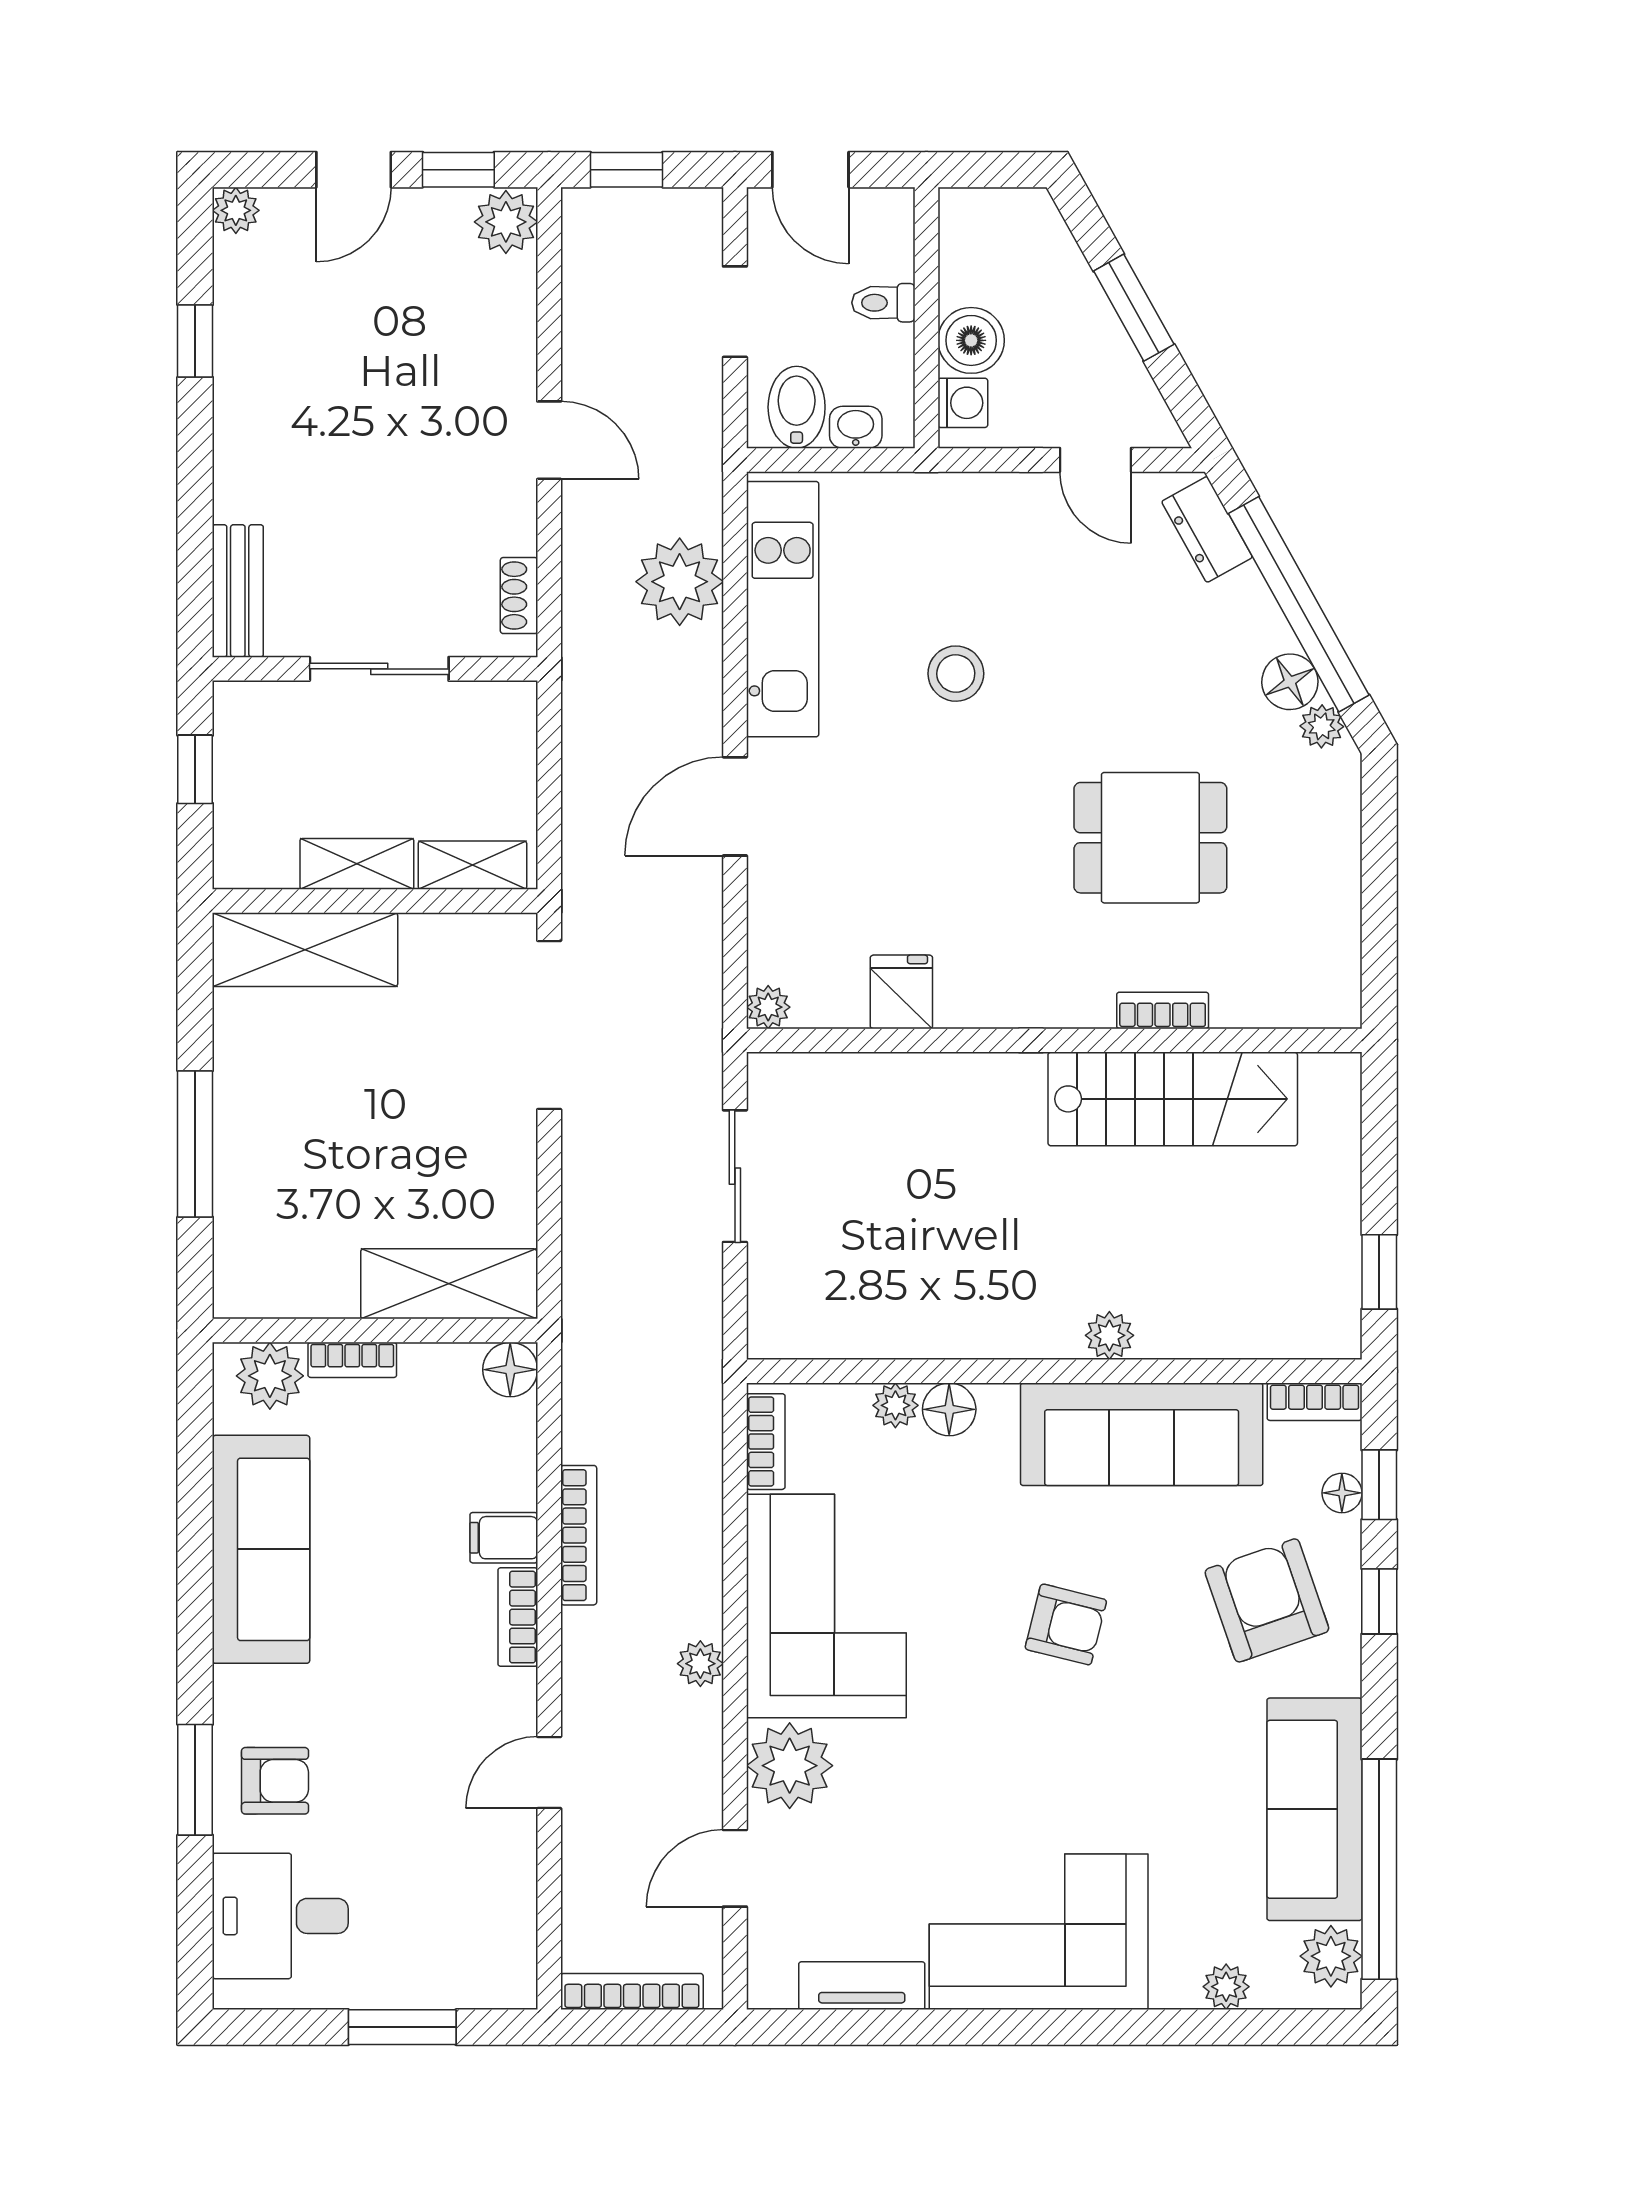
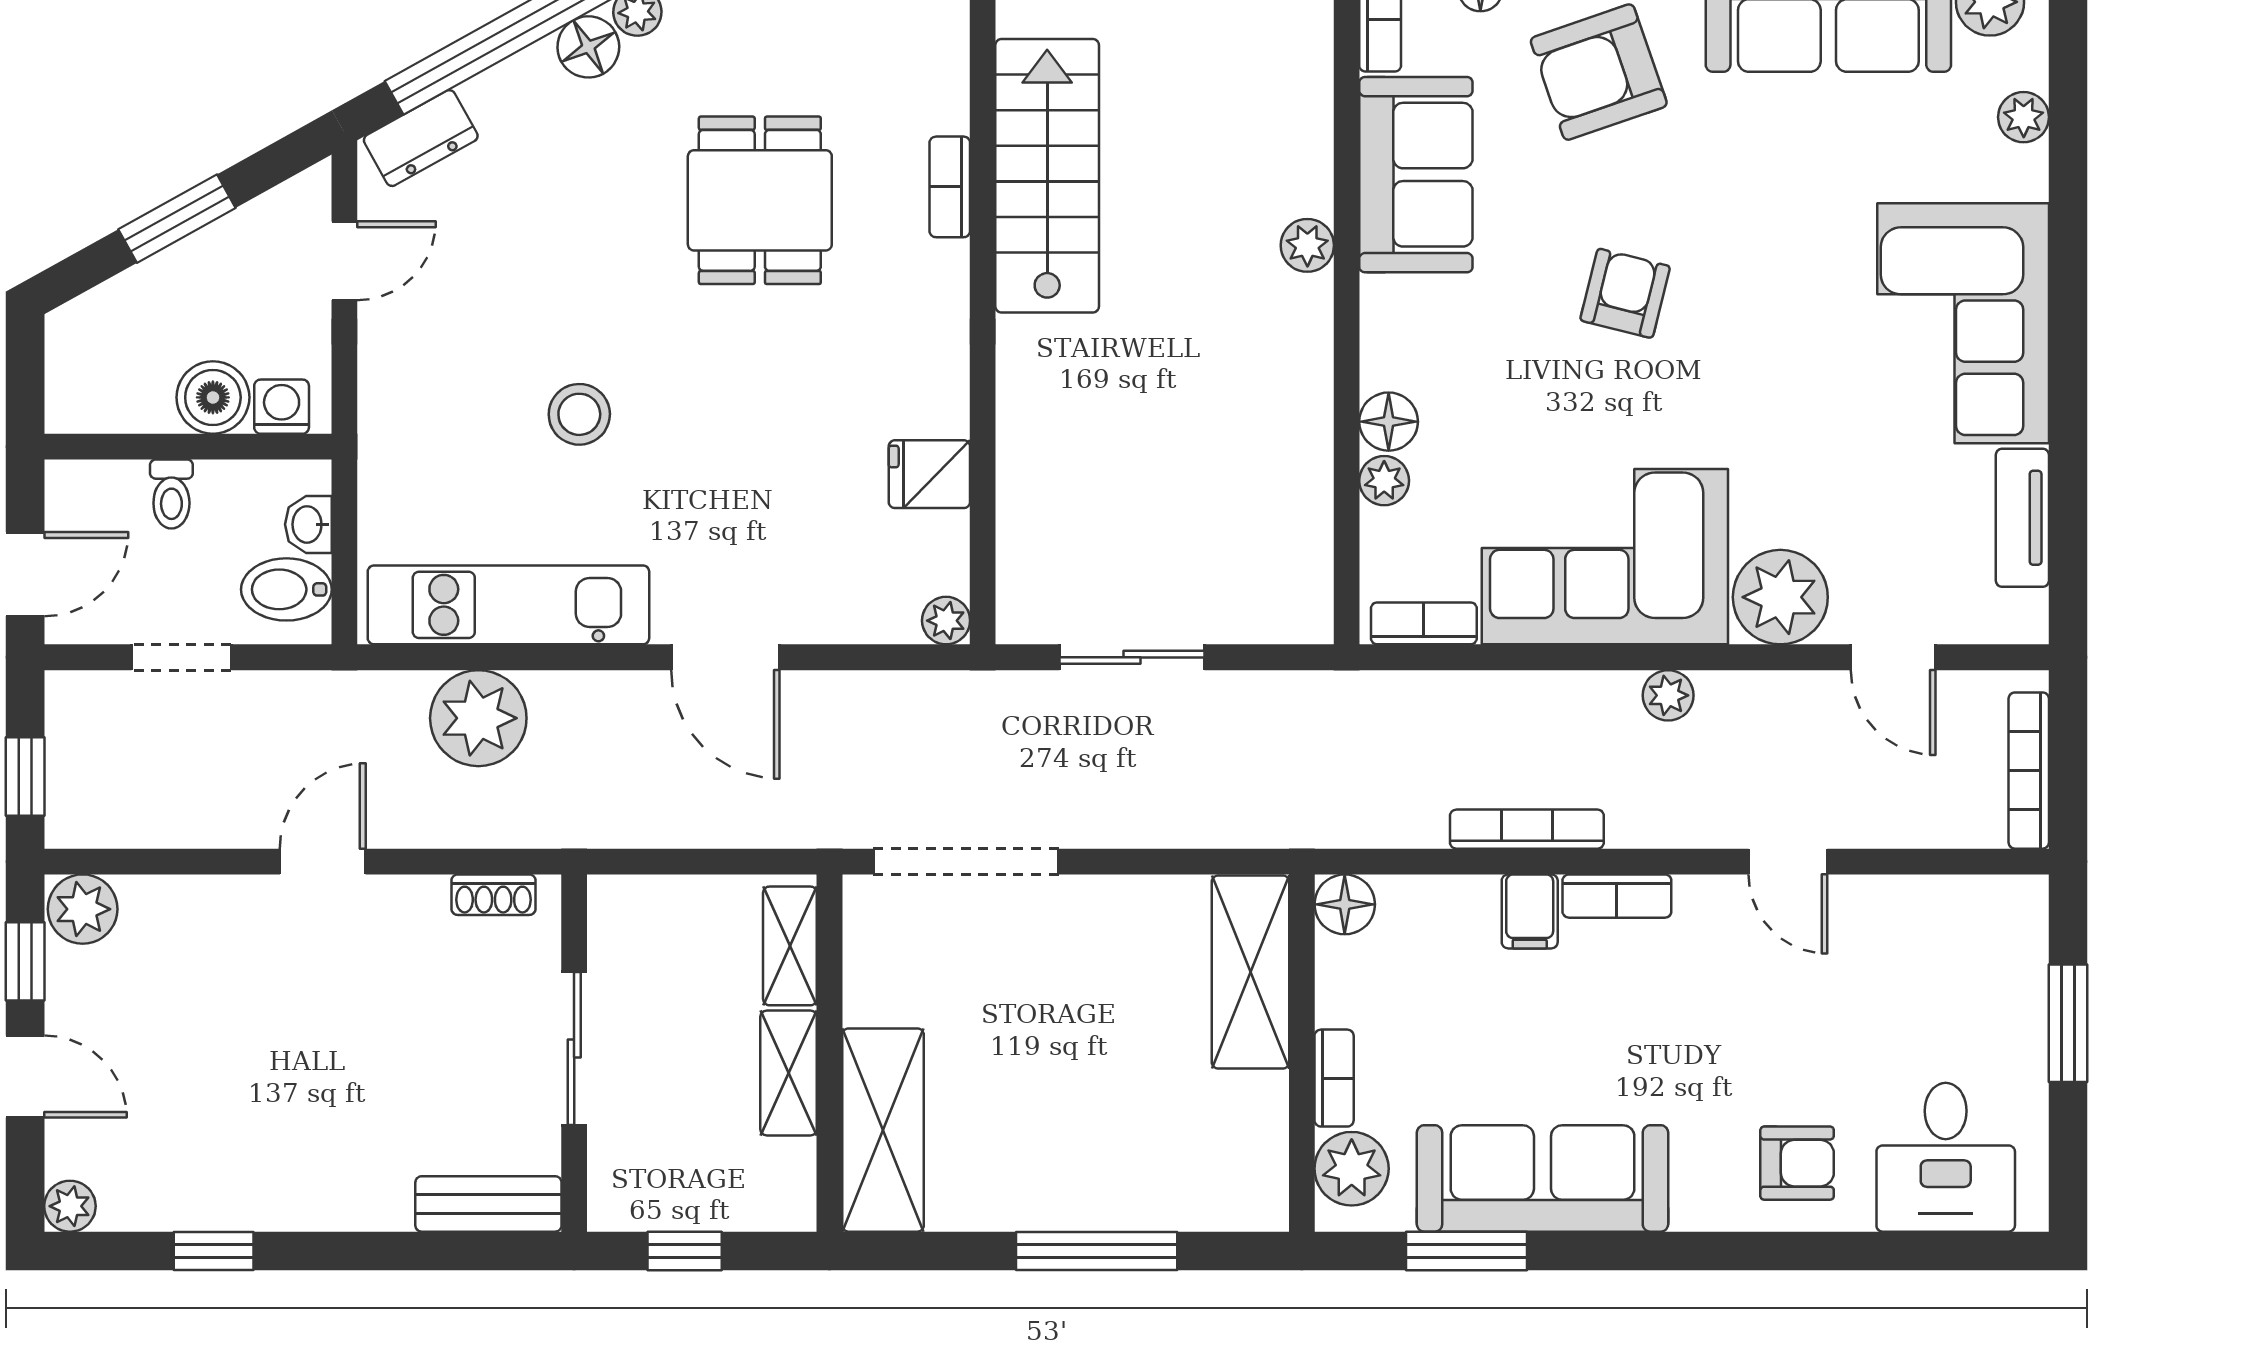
sofa: (1142, 1434) -> (1416, 175), width x0.73
window: (195, 1780) -> (1467, 1251), moved
armchair: (275, 1781) -> (1797, 1163), turned 90

